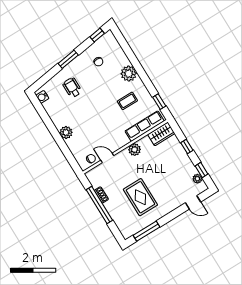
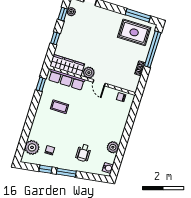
window: (97, 35) -> (46, 169), moved
plant: (129, 74) -> (32, 147), moved
plant: (66, 133) -> (113, 147), moved
wardrobe: (161, 134) -> (67, 65), width x1.50
door: (107, 158) -> (99, 83), moved
rug: (140, 197) -> (134, 32), moved, turned 90
window: (99, 205) -> (153, 49), moved

